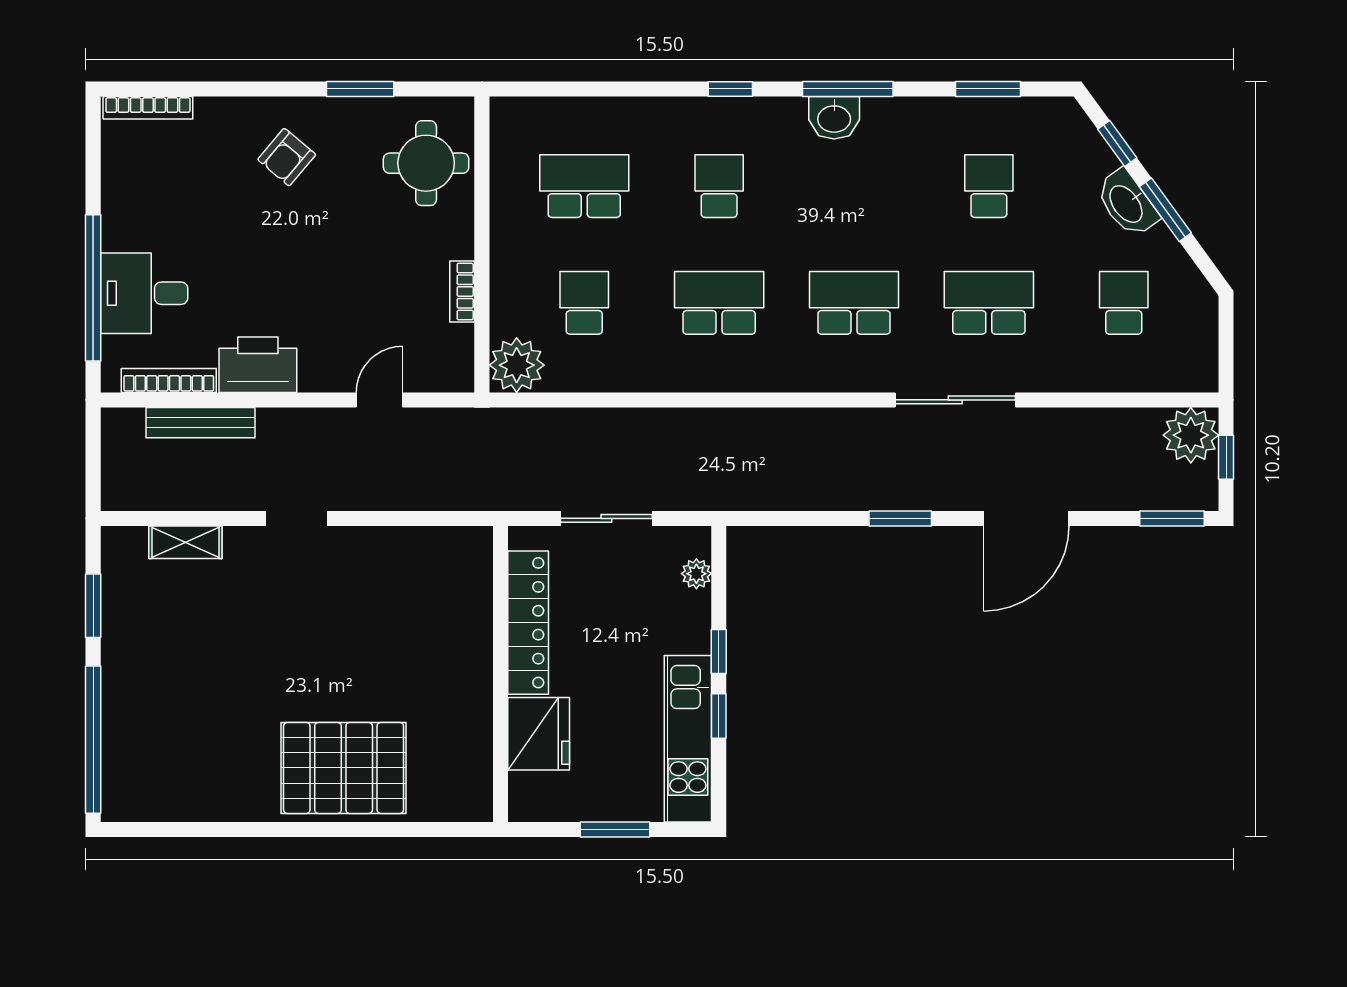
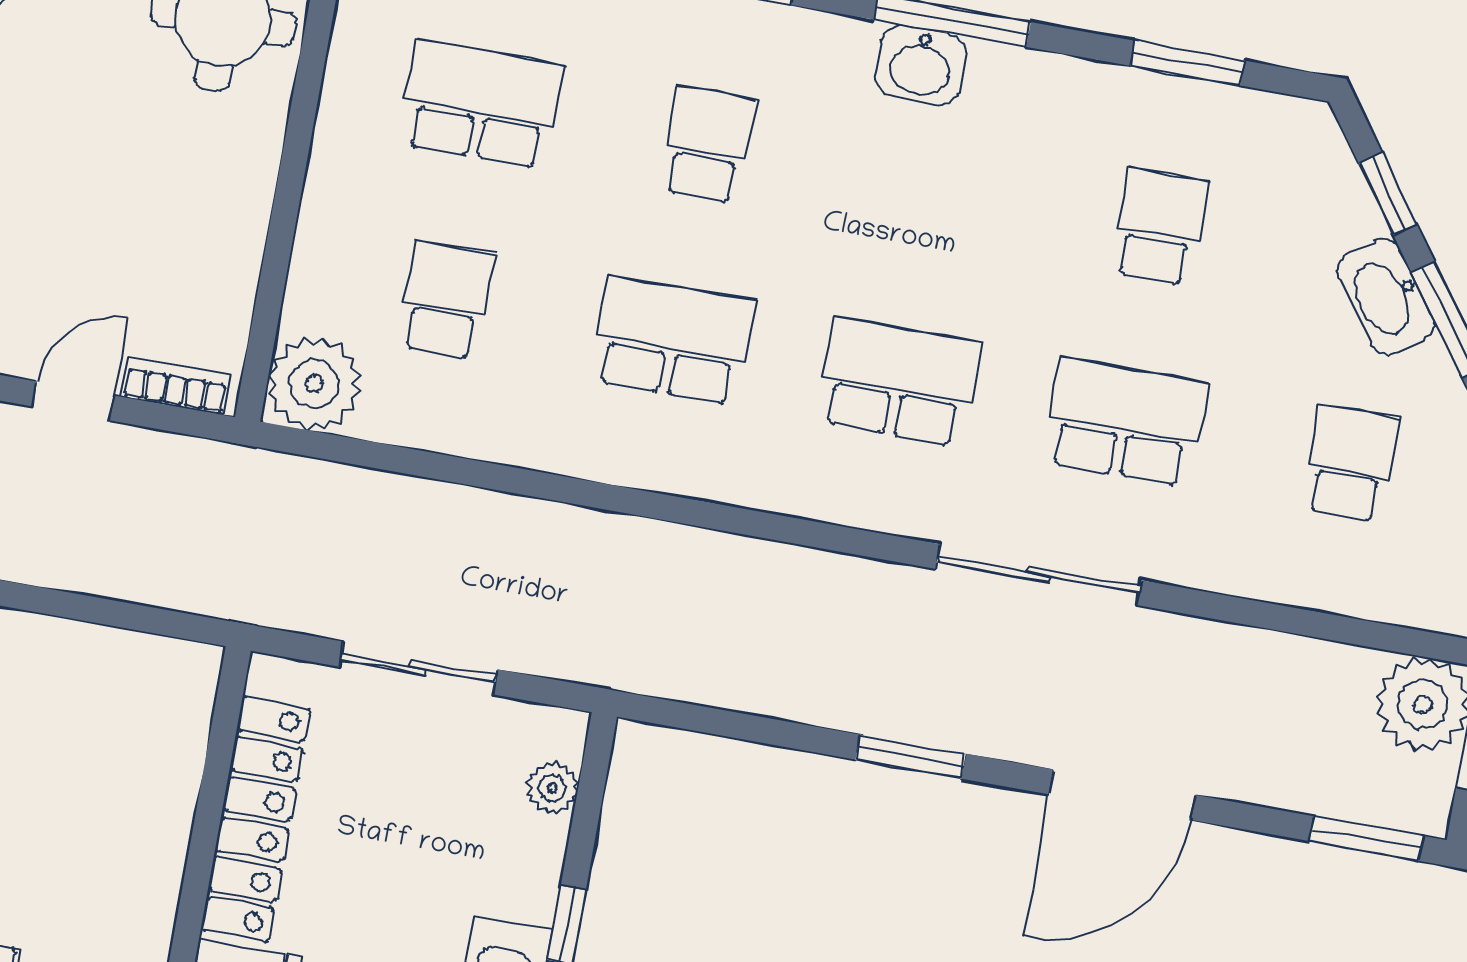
bookcase: (462, 292) -> (176, 385), moved, turned 90

